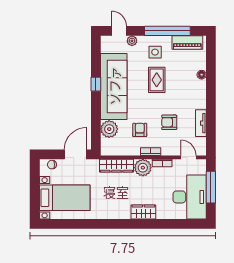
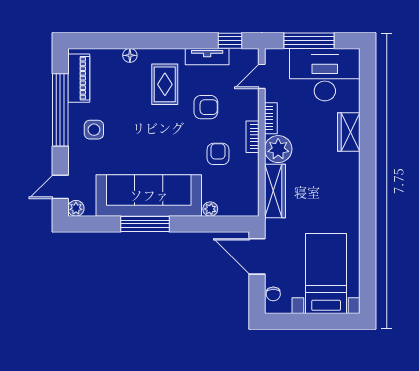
plant: (132, 41) -> (76, 208), moved
rug: (157, 80) -> (165, 84), moved, turned 90
window: (96, 84) -> (145, 224), width x2.17
armchair: (169, 122) -> (206, 107), turned -90
plant: (109, 129) -> (210, 209), width x0.53, depth x0.53
armchair: (140, 130) -> (218, 154), turned 90
window: (211, 137) -> (230, 41), added
wardrobe: (143, 212) -> (349, 132), moved

